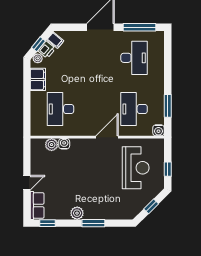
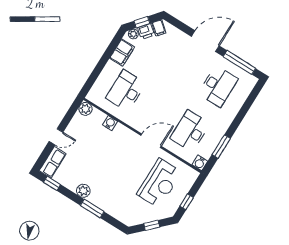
plant: (52, 145) -> (85, 109), moved

